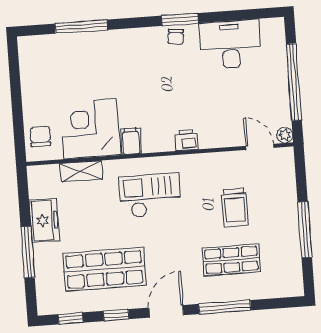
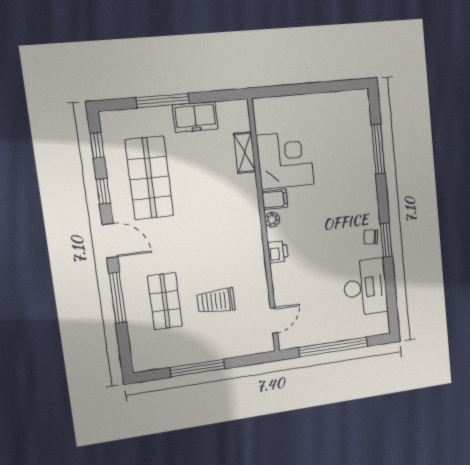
plant: (285, 135) -> (272, 220), moved
chair: (40, 136) -> (276, 112), removed
checkout: (150, 195) -> (224, 220), removed

